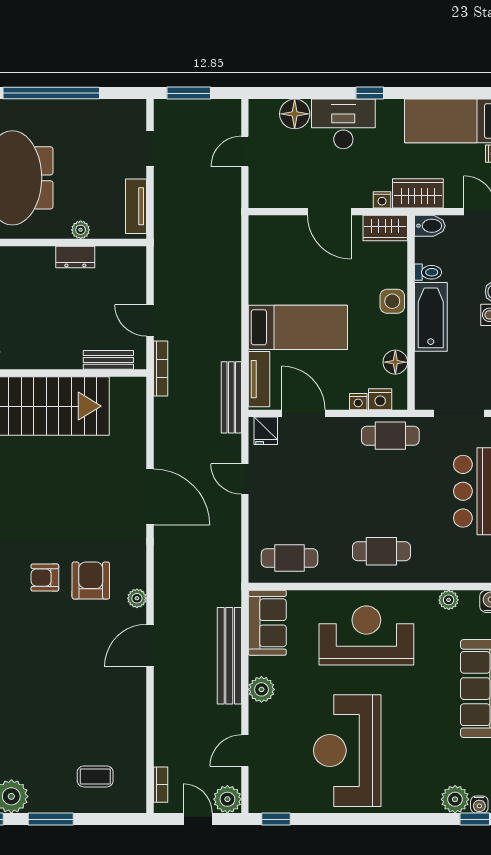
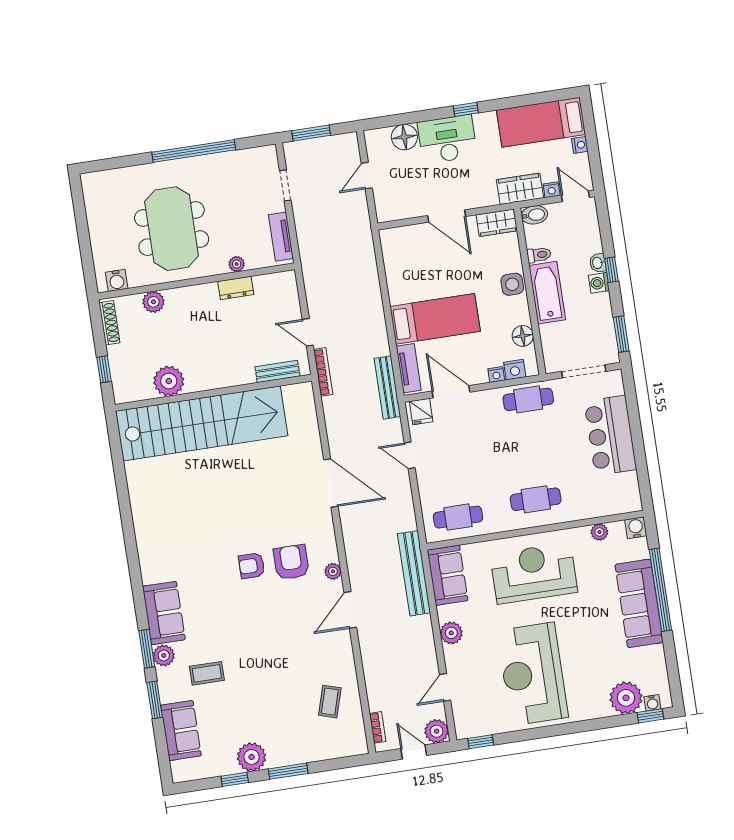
nightstand: (382, 200) -> (552, 190), moved
bench: (229, 656) -> (414, 573), moved
coffee table: (95, 776) -> (330, 702), moved, turned -73
plant: (455, 799) -> (626, 698), width x1.36, depth x1.36

